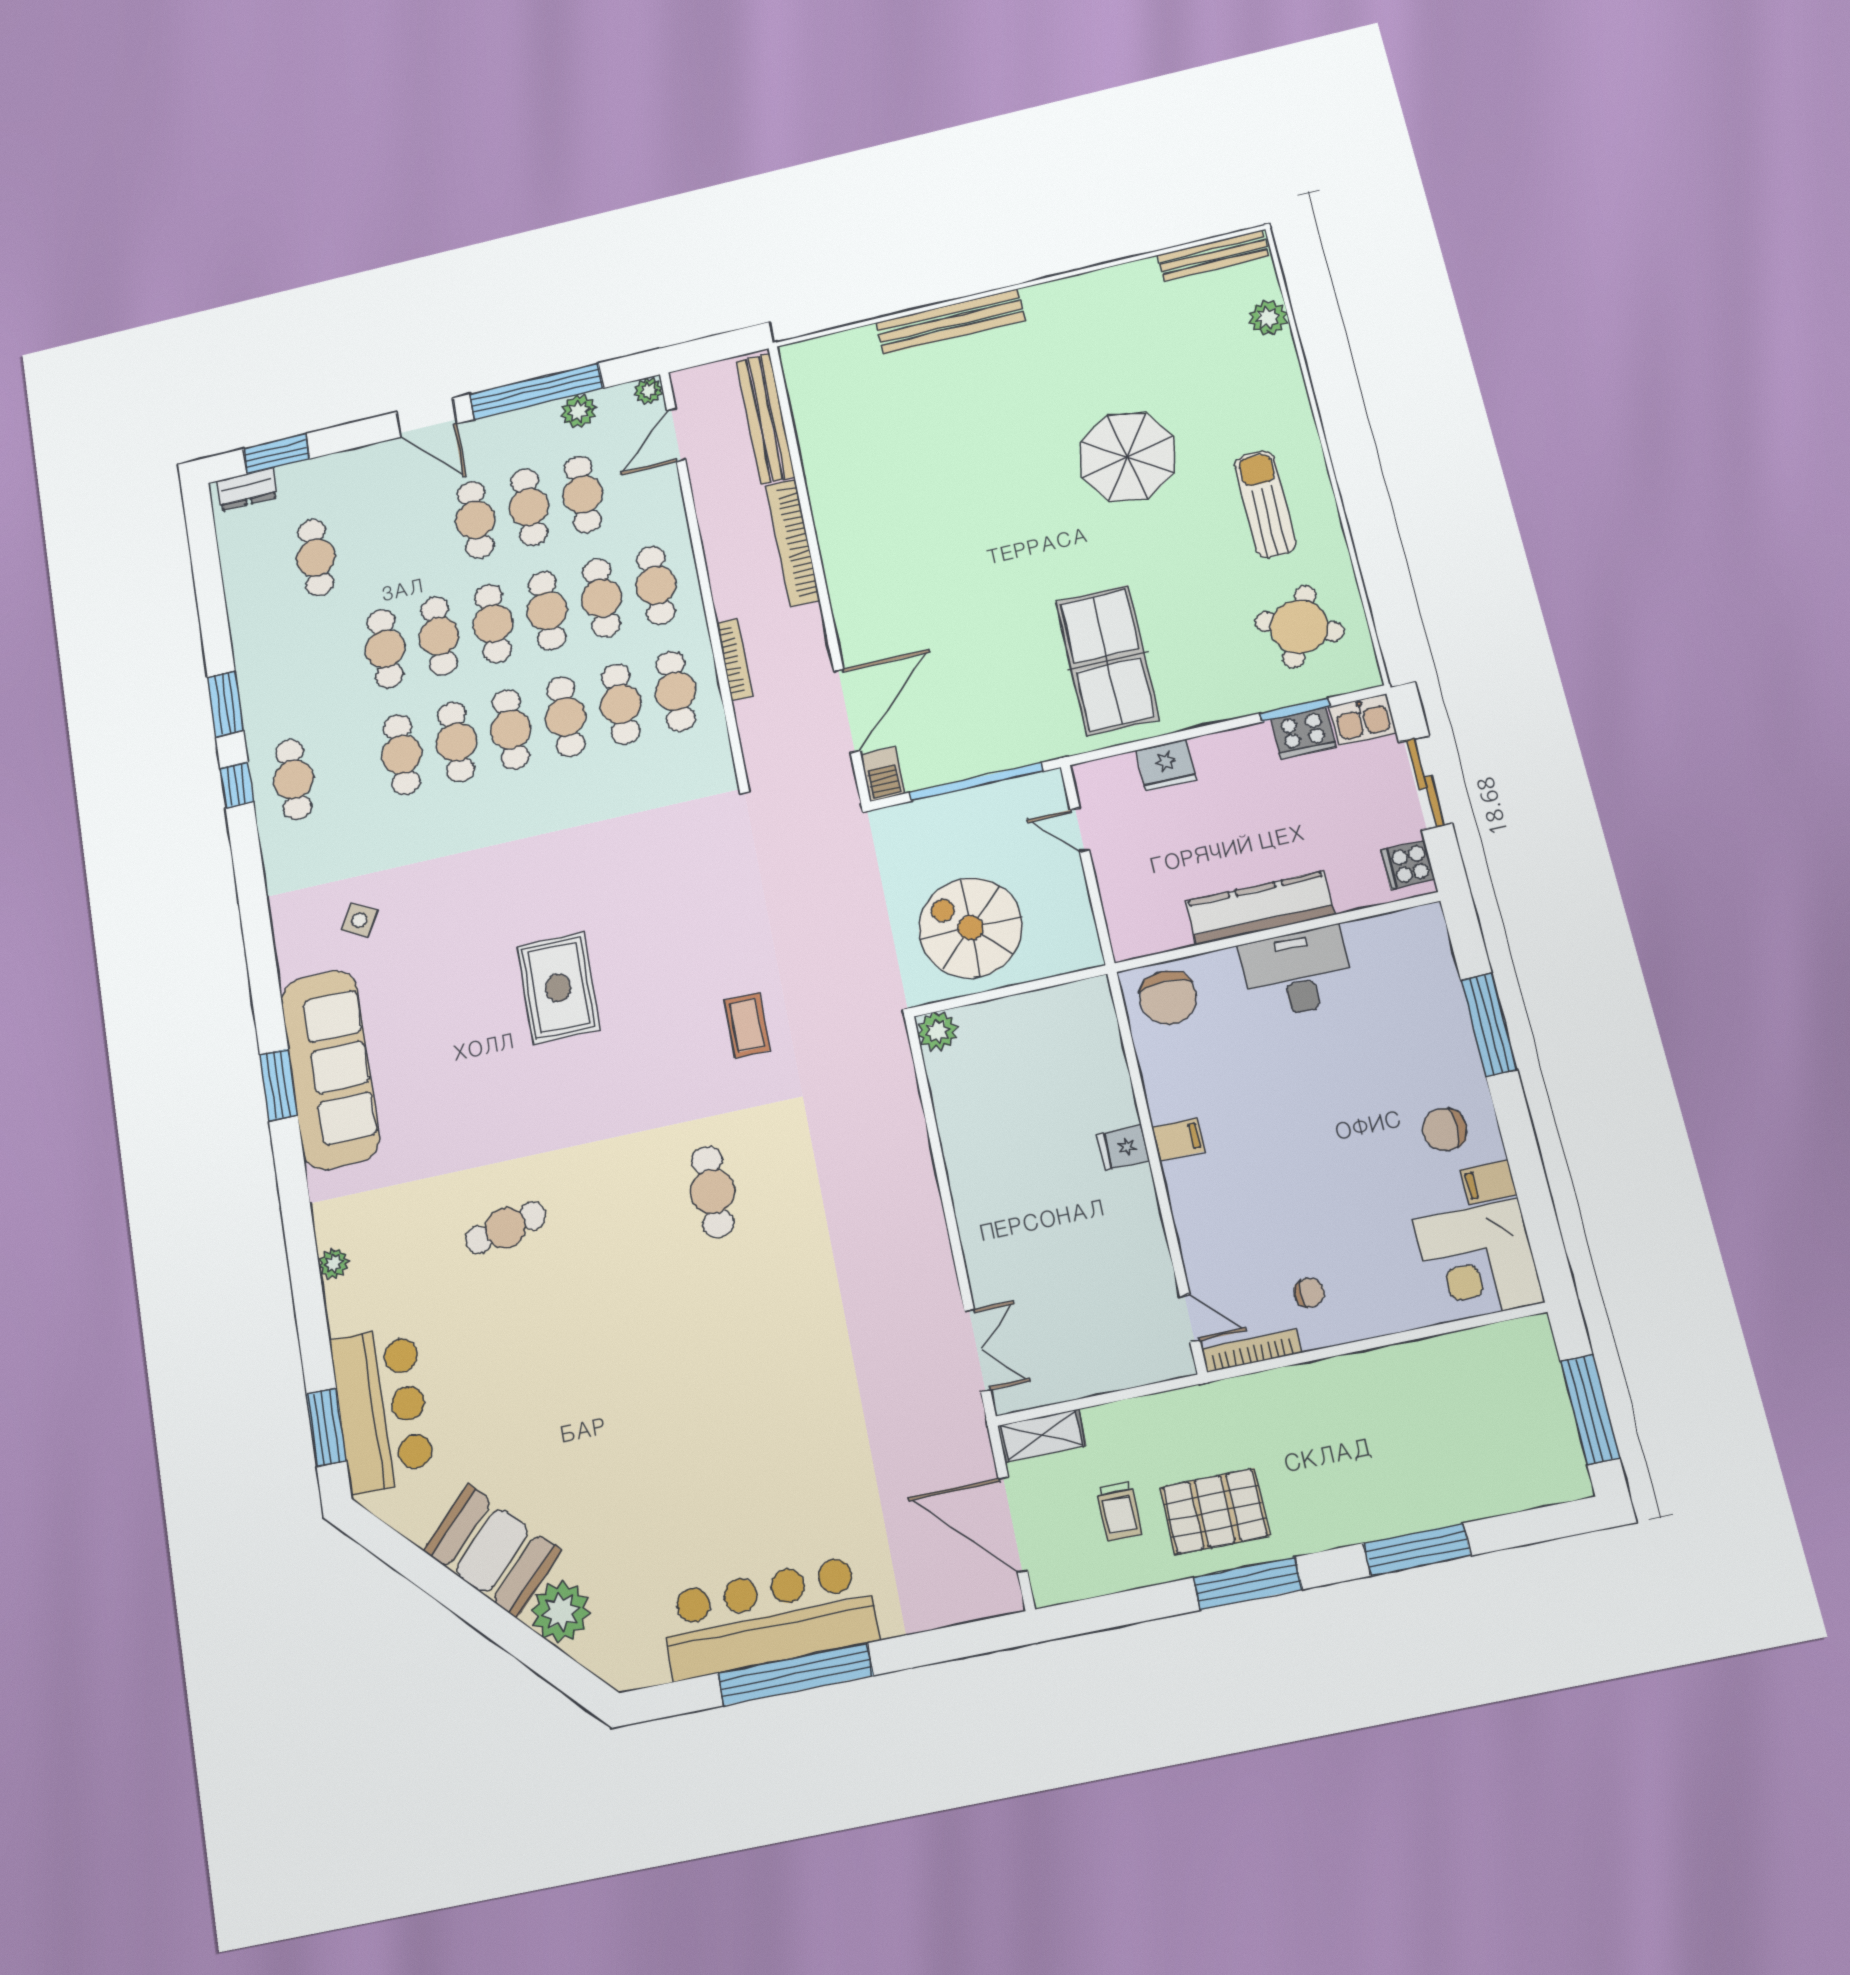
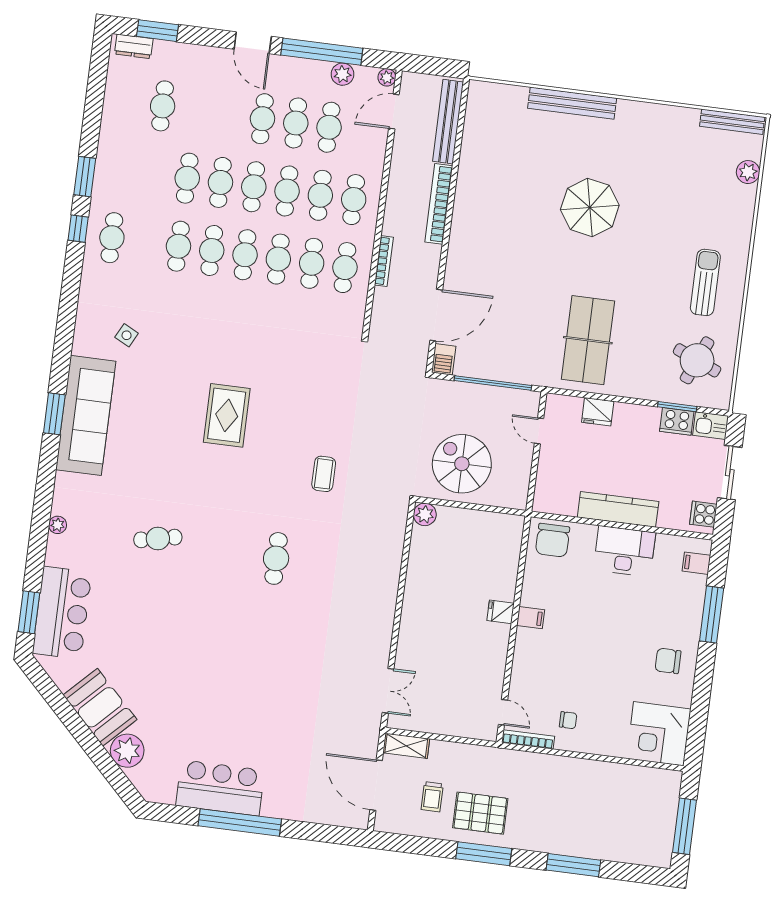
parasol: (1128, 457) -> (590, 207), moved
filing cabinet: (1488, 1182) -> (696, 563), moved
bar counter: (769, 1618) -> (220, 788), width x0.73

